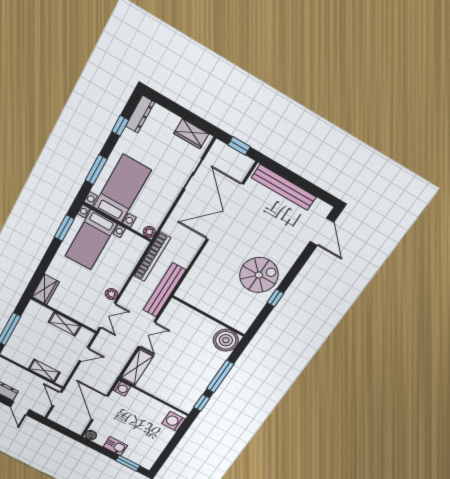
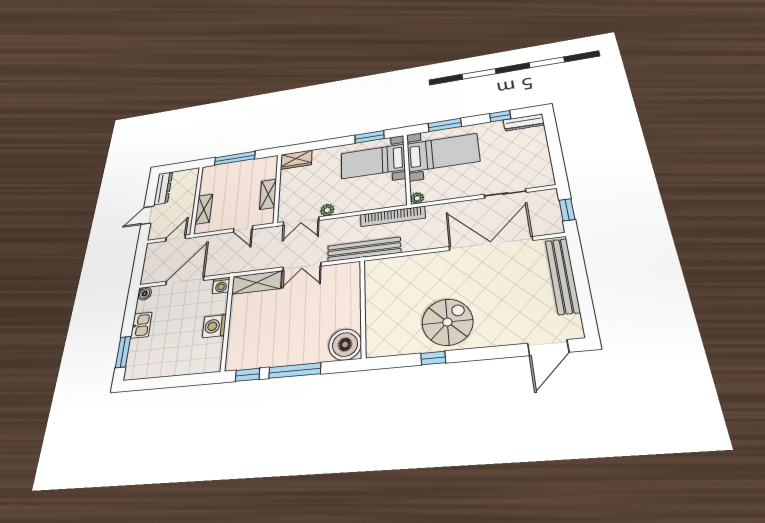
wardrobe: (191, 134) -> (542, 167), removed
spiral stairs: (259, 275) -> (447, 322), turned -90
washing machine: (173, 421) -> (214, 326), moved, turned -90

